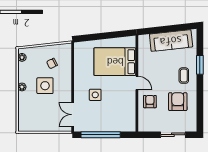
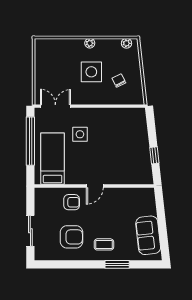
window: (112, 35) -> (154, 155), added
sofa: (171, 41) -> (148, 235), width x0.73
bed: (115, 62) -> (53, 159), moved, width x0.67

